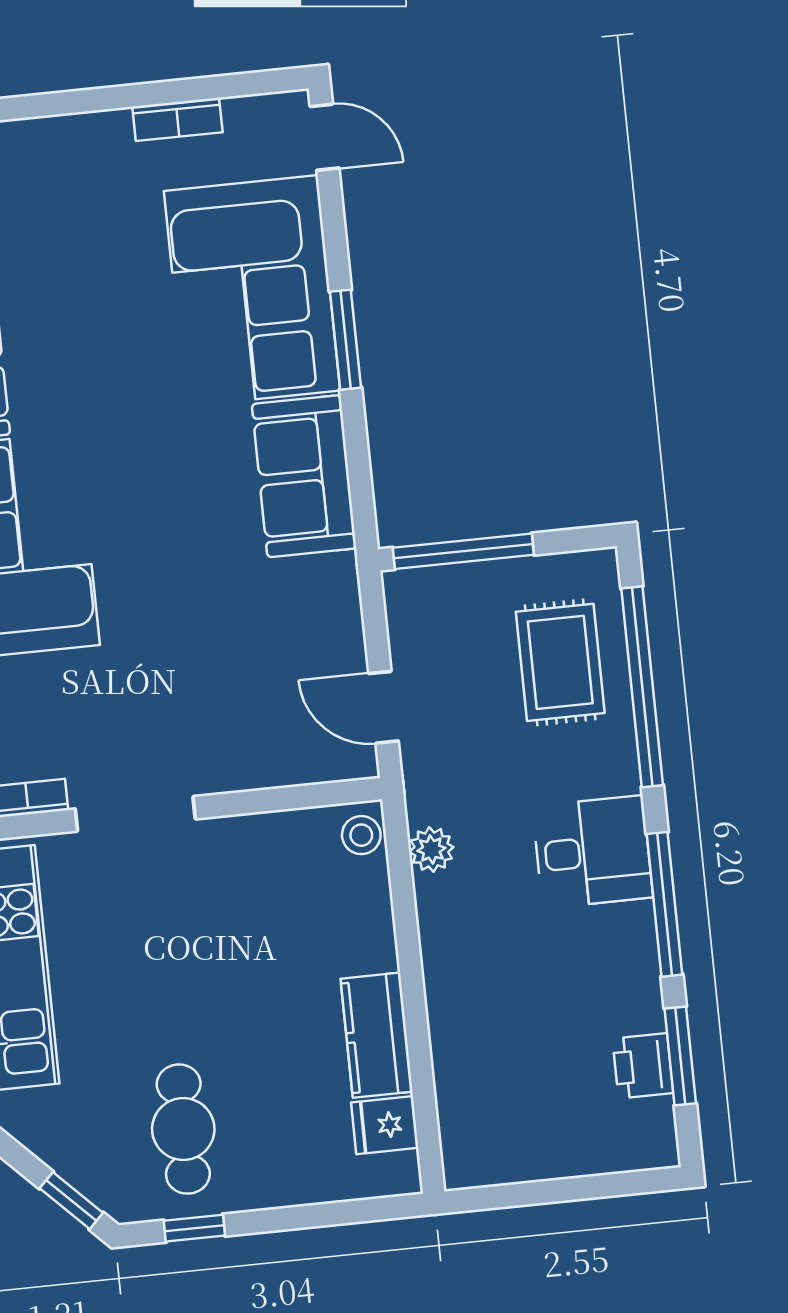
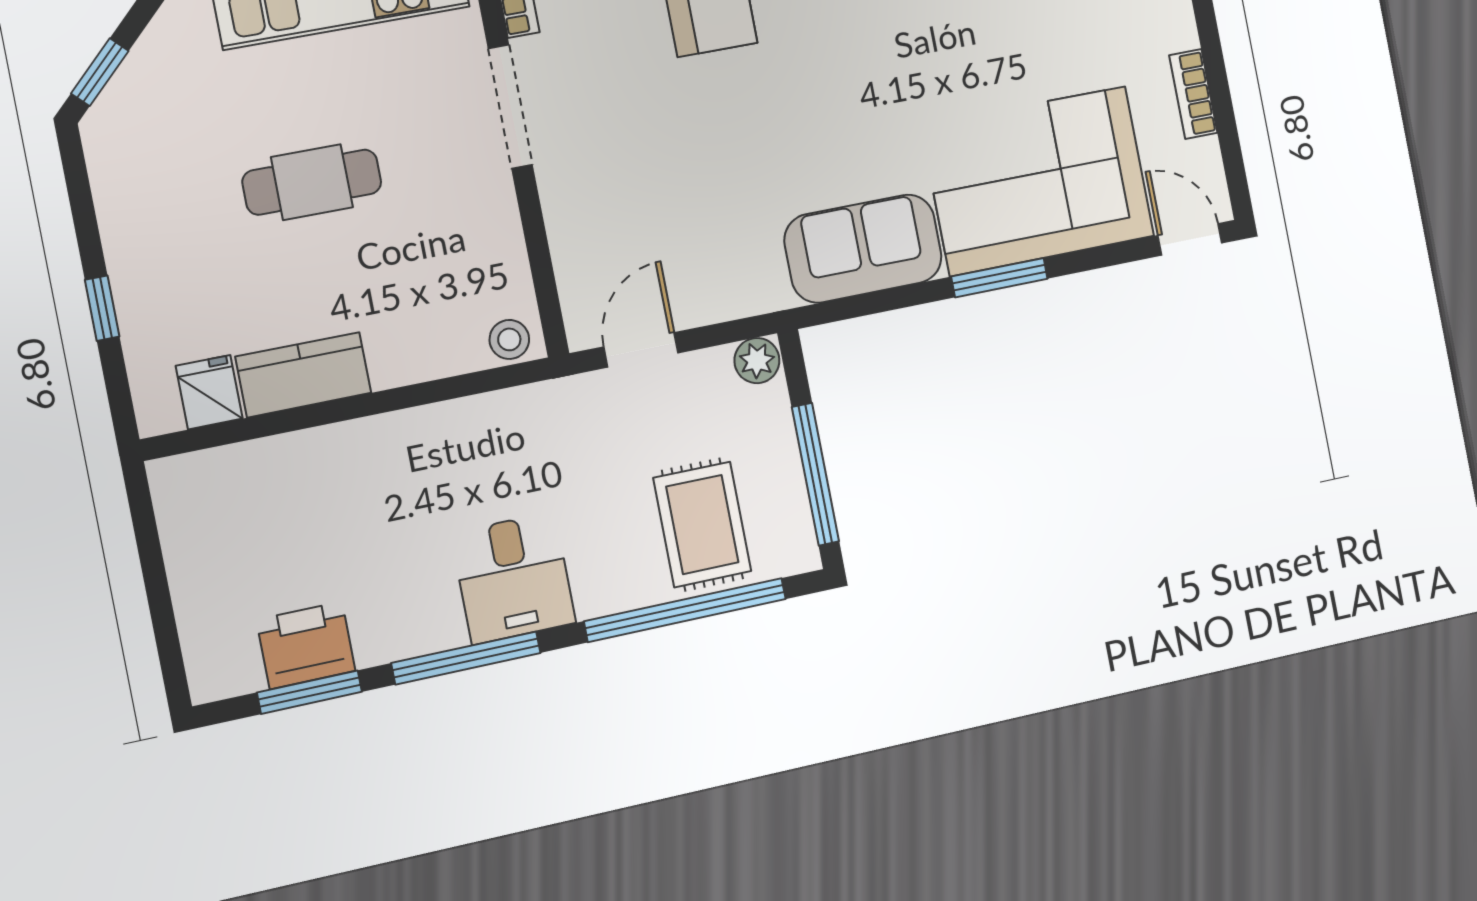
door: (325, 137) -> (1190, 239), swing flipped
window: (463, 551) -> (815, 474), moved
rug: (560, 662) -> (702, 525), turned 90
plant: (431, 849) -> (757, 361), moved
printer: (643, 1066) -> (306, 645), width x1.36, depth x1.24
cafe table: (183, 1129) -> (312, 182), moved
window: (194, 1228) -> (102, 308), moved

